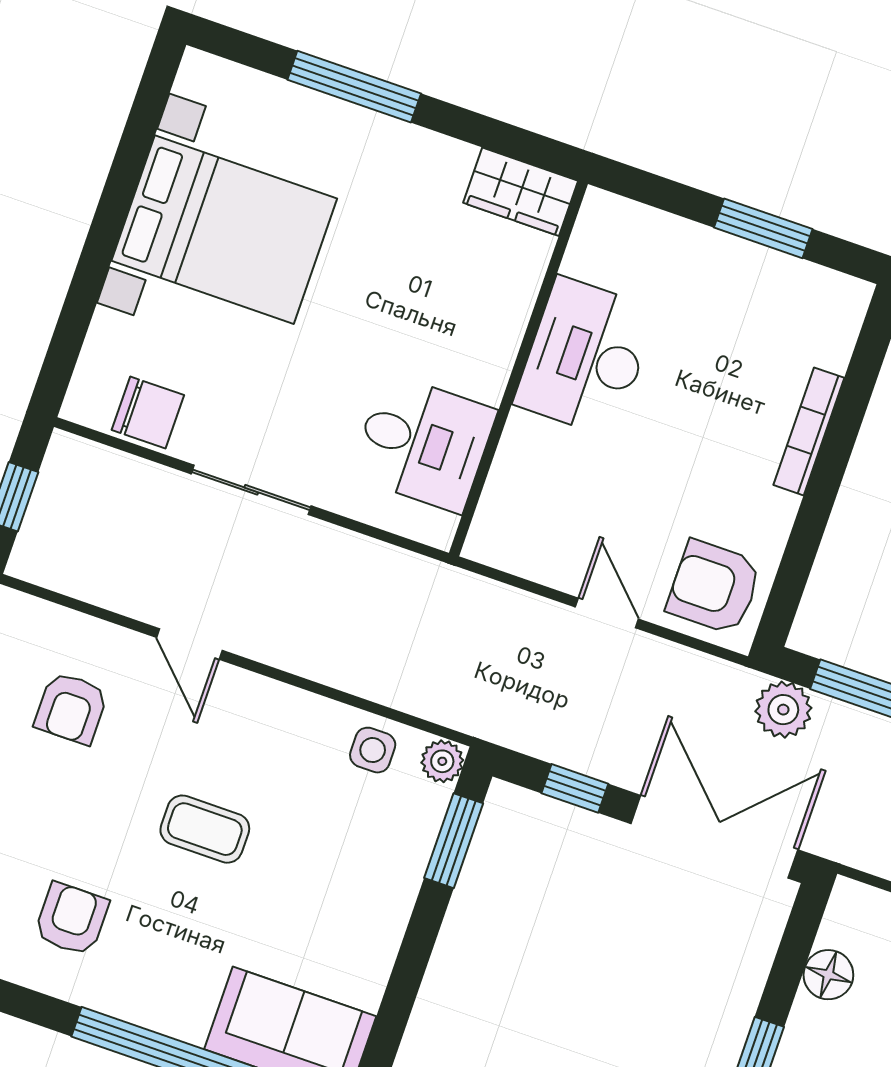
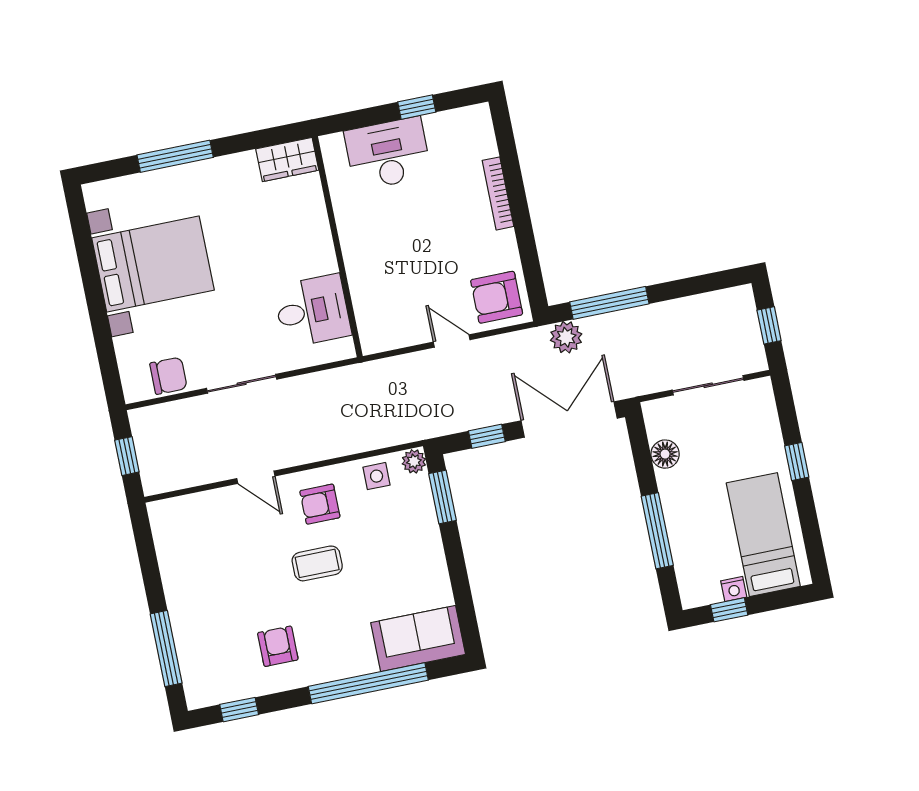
window: (763, 228) -> (417, 107), width x0.67
desk: (586, 357) -> (388, 154), moved, turned 90
armchair: (71, 708) -> (320, 504), moved, turned 90

